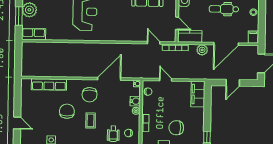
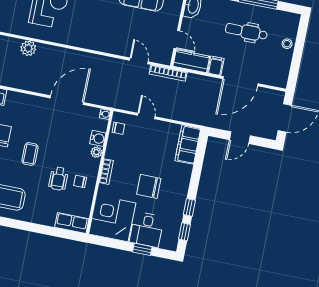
filing cabinet: (253, 37) -> (216, 66), moved
plant: (202, 50) -> (28, 48), moved
chair: (90, 95) -> (35, 118), removed

